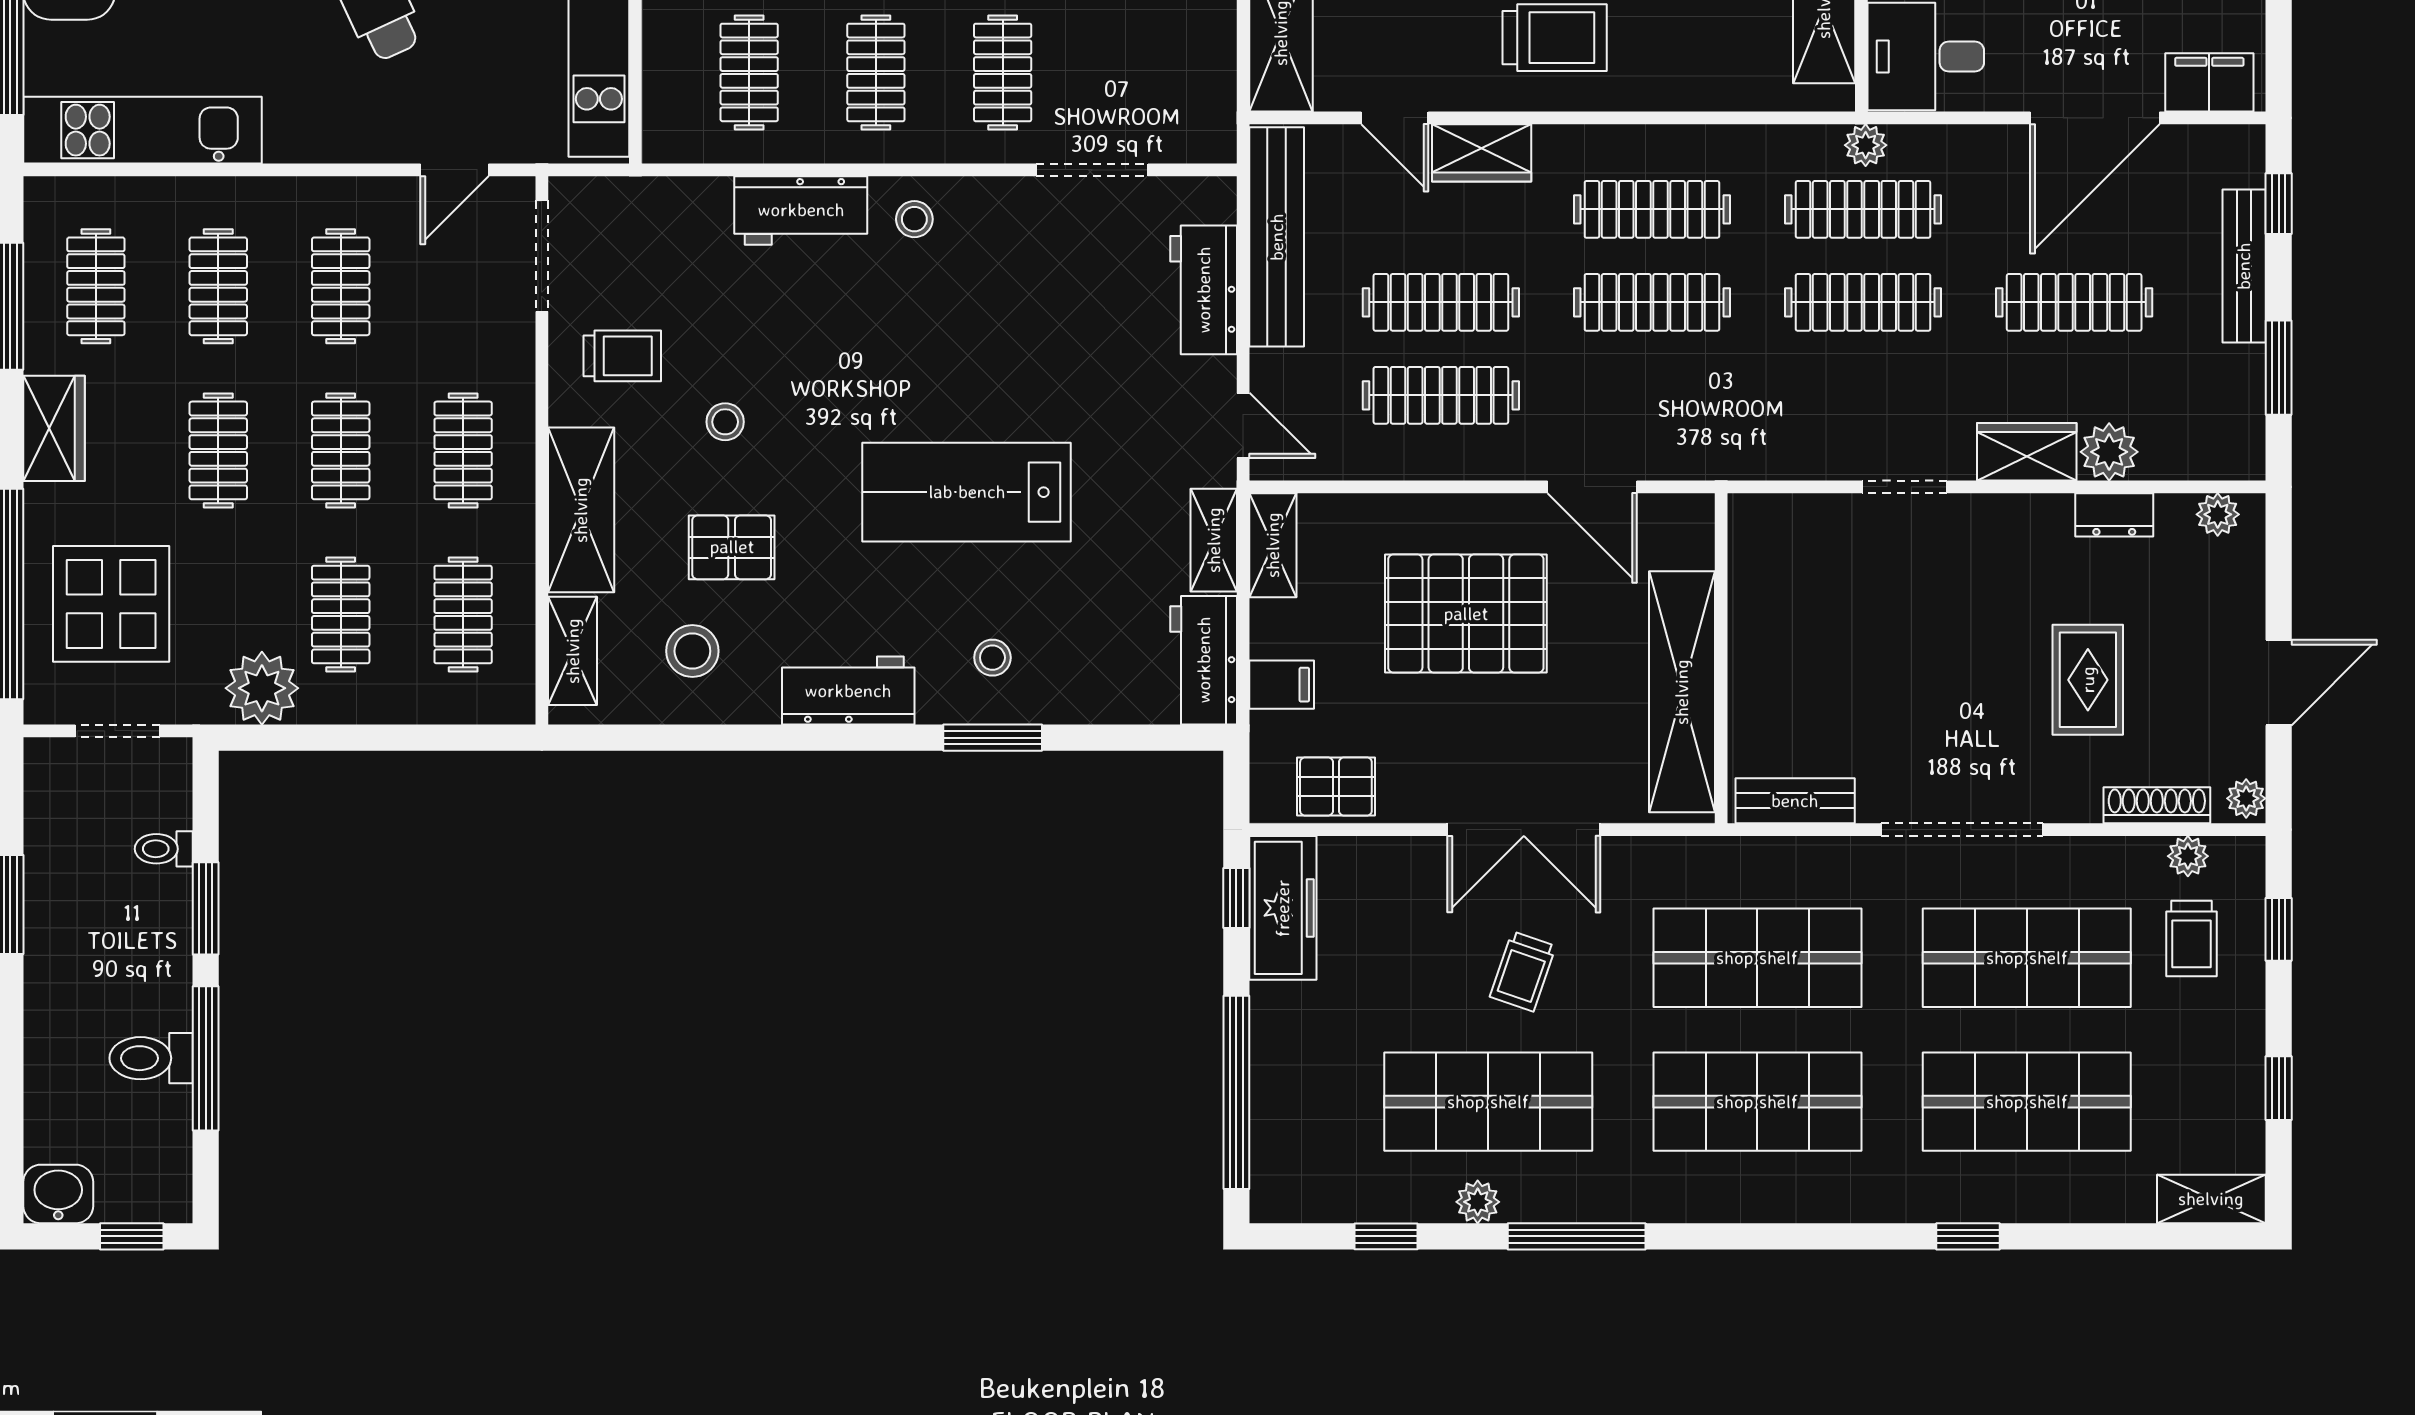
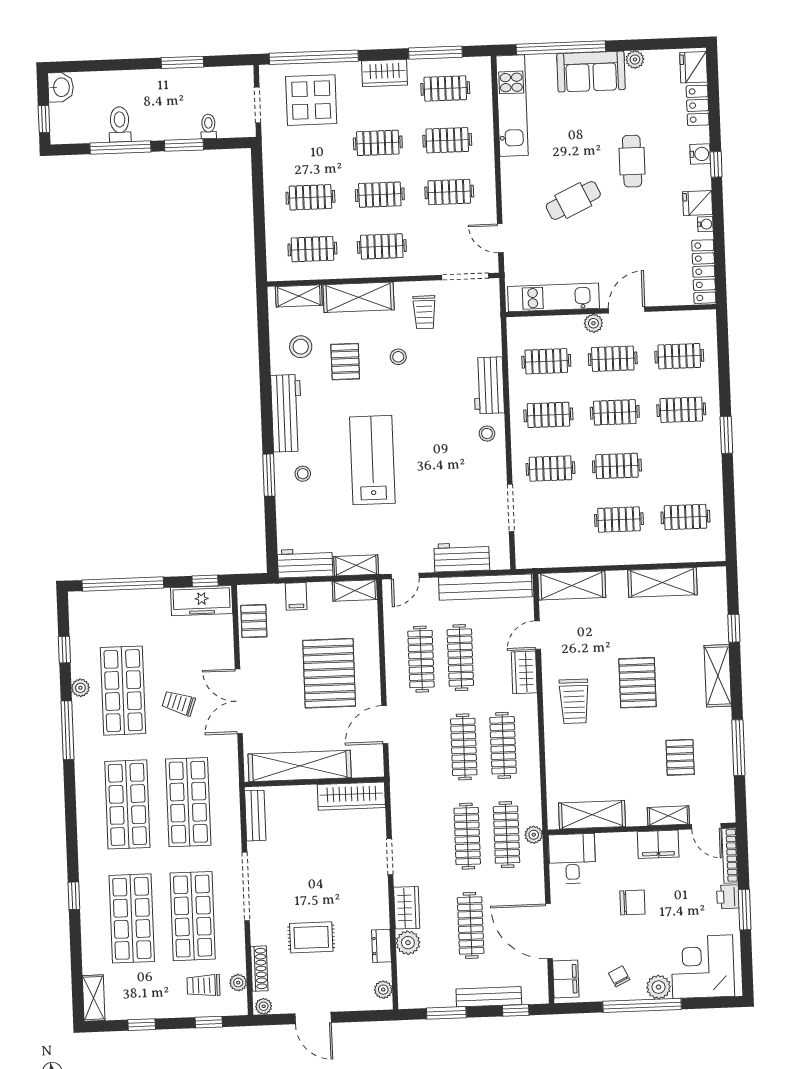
wardrobe: (1758, 572) -> (351, 796), added
plant: (262, 688) -> (278, 165), removed
workbench: (848, 691) -> (287, 413), width x1.38

